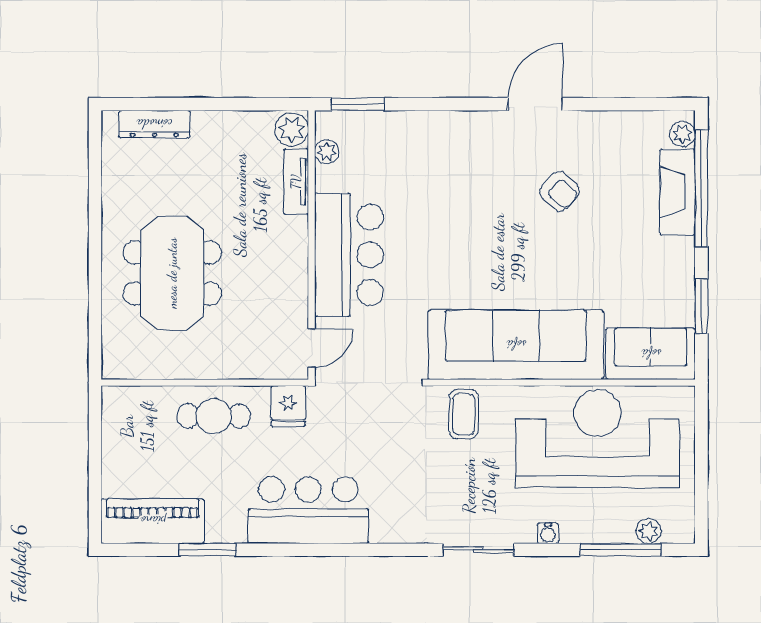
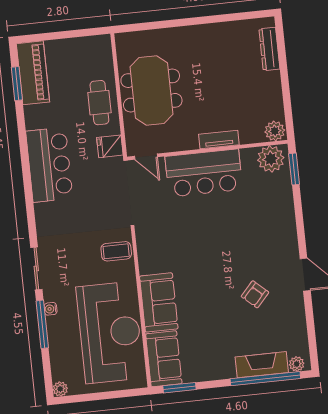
plant: (327, 152) -> (271, 159), width x1.87, depth x1.87
tv unit: (296, 182) -> (219, 139), moved
meeting table: (172, 273) -> (151, 90), moved, turned 90
window: (701, 306) -> (180, 388), moved
sofa: (516, 345) -> (159, 302), width x0.54, depth x0.79
plant: (648, 531) -> (60, 389), moved
window: (207, 550) -> (17, 84), moved
window: (621, 550) -> (42, 324), moved

